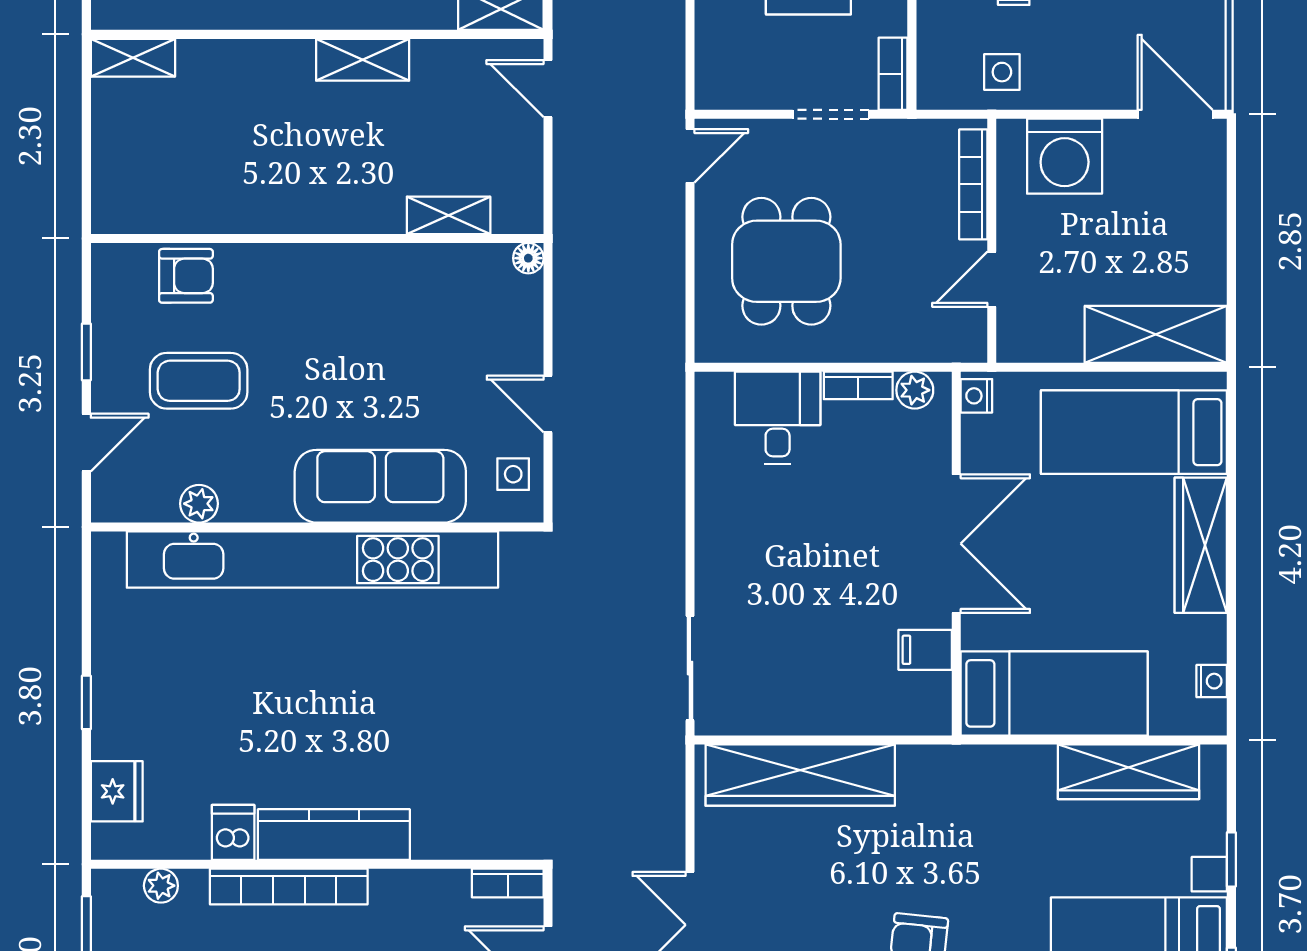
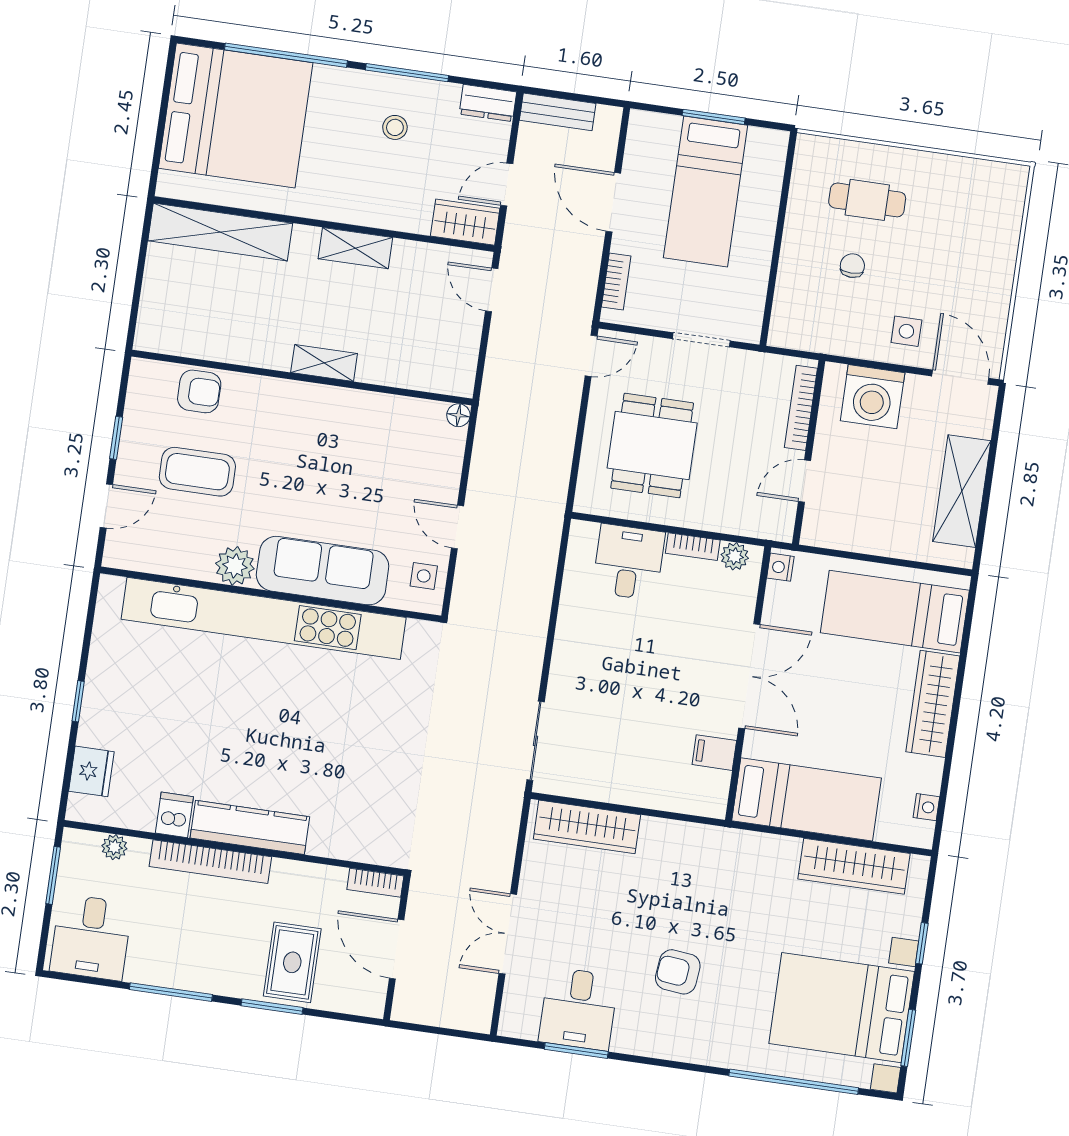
shelving: (133, 58) -> (220, 232), width x2.20, depth x1.33
side table: (1002, 72) -> (906, 331), moved
bookcase: (893, 74) -> (616, 282), moved, turned 180
shelving: (449, 215) -> (324, 363), moved
shelving: (1156, 334) -> (962, 491), moved, turned 90
plant: (199, 504) -> (235, 566), moved, width x1.38, depth x1.38
wardrobe: (800, 775) -> (587, 827), width x0.71, depth x0.85

